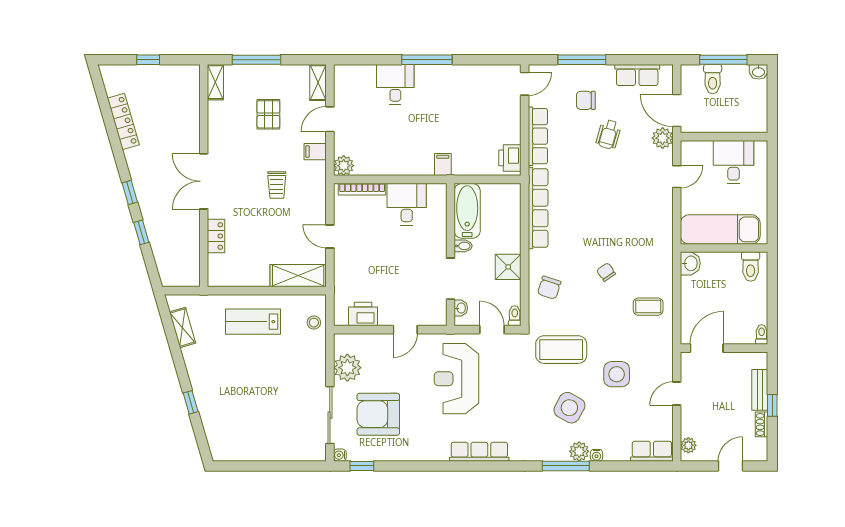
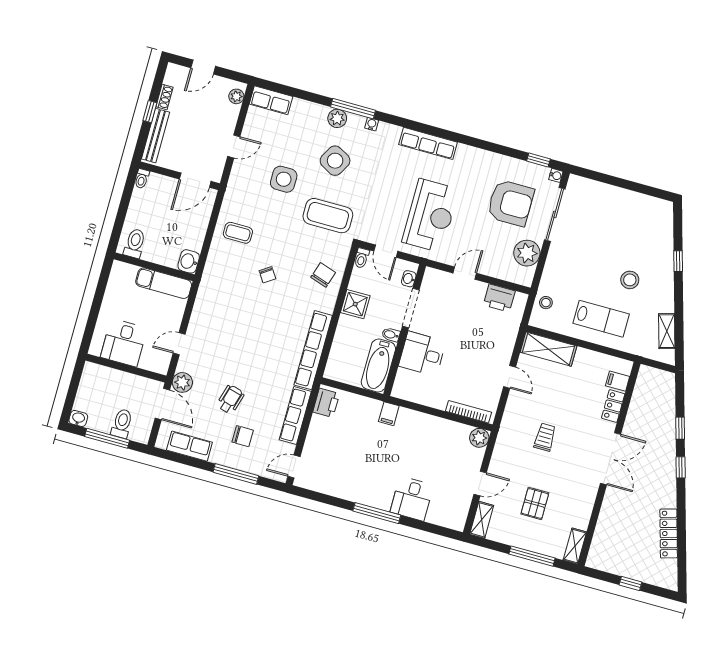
filing cabinet: (315, 152) -> (618, 381), moved, turned 180
desk: (407, 204) -> (422, 354), moved, turned 90
exam couch: (720, 229) -> (164, 283), width x0.73, depth x0.69
stool: (235, 369) -> (630, 280), added
bench: (760, 390) -> (155, 136), width x1.36
water cooler: (596, 455) -> (372, 124), moved

